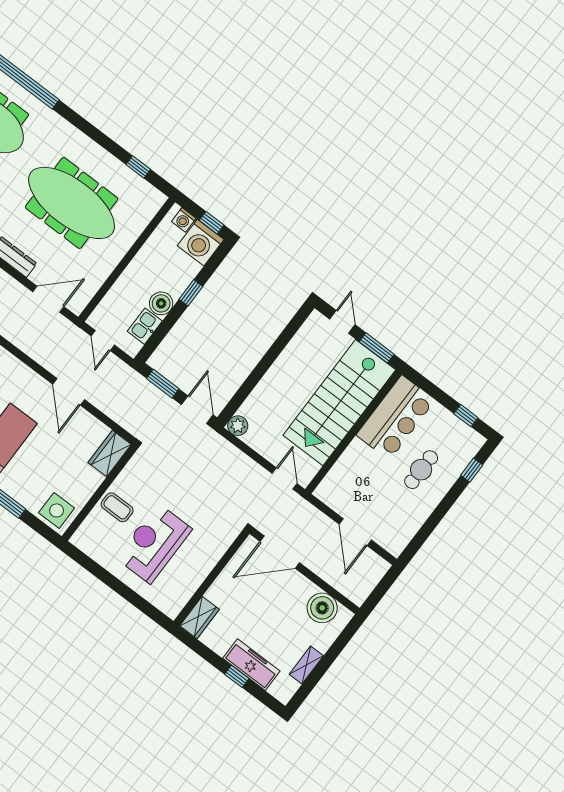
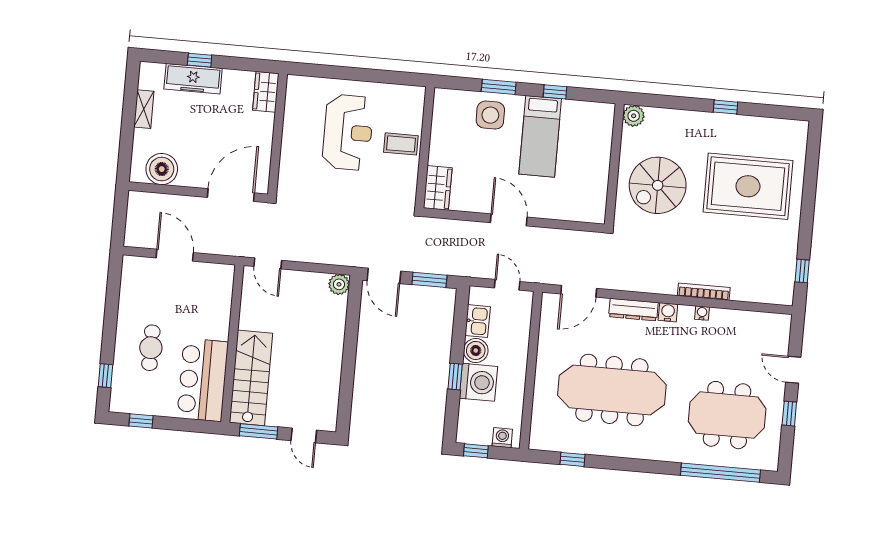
washing machine: (201, 243) -> (478, 382), moved, turned 90
stairs: (339, 403) -> (251, 378), width x0.73, depth x0.66
side table: (57, 510) -> (490, 115), moved

